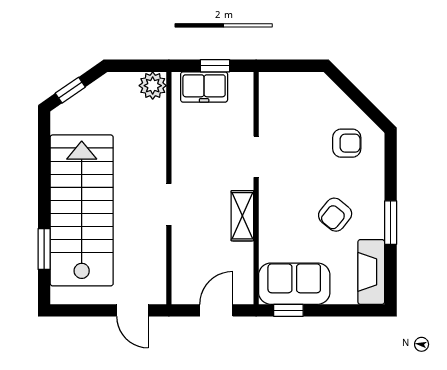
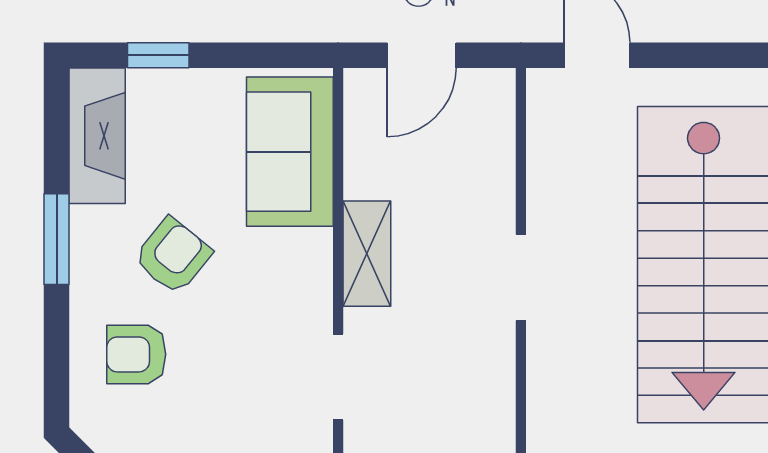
armchair: (347, 143) -> (136, 354), moved
sofa: (294, 284) -> (290, 152), moved, turned 90
window: (288, 310) -> (158, 55), moved

